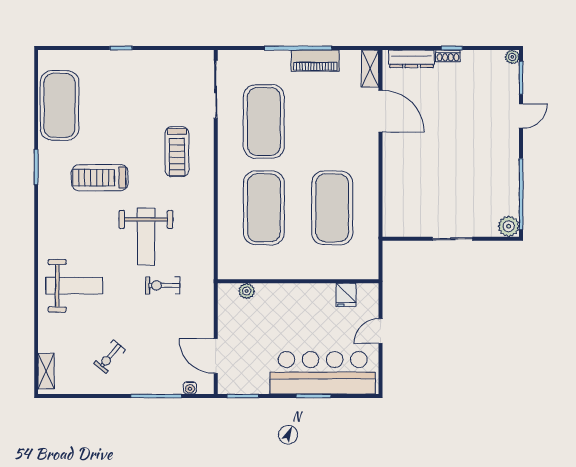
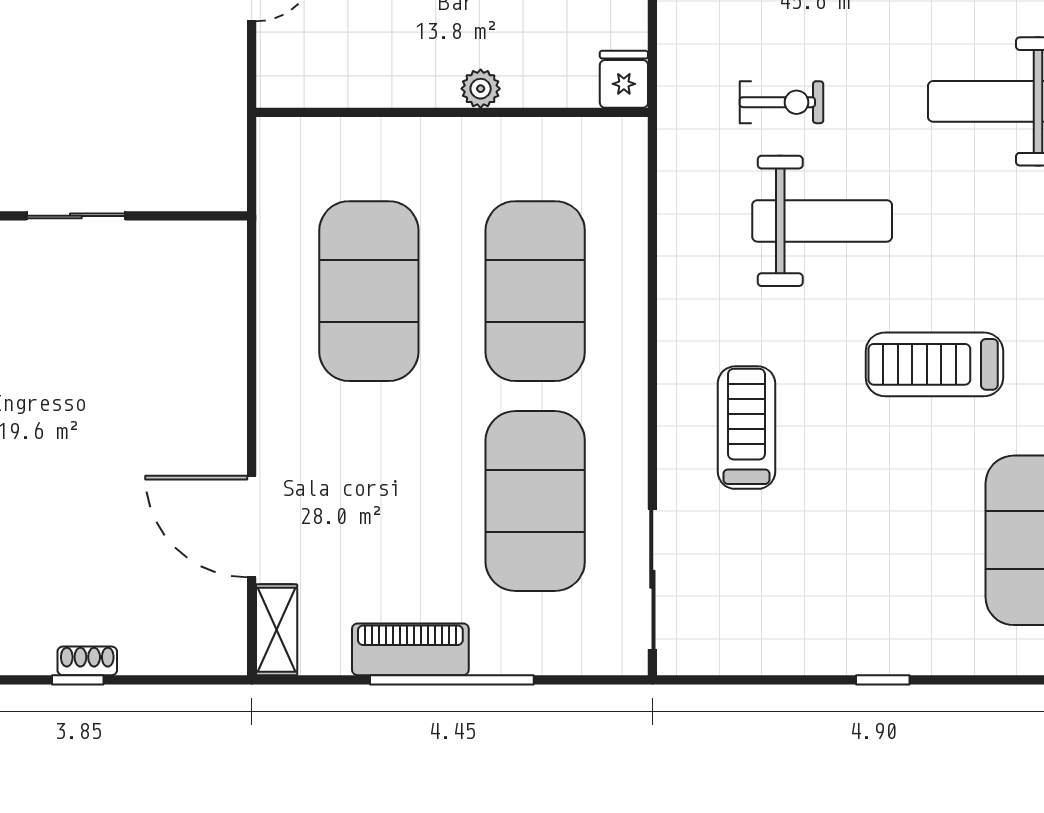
dresser: (412, 59) -> (176, 654), removed
treadmill: (100, 178) -> (934, 364), turned 180
weight bench: (146, 237) -> (822, 221), turned 90
plant: (247, 291) -> (481, 89), moved
fridge: (346, 295) -> (624, 79), moved

